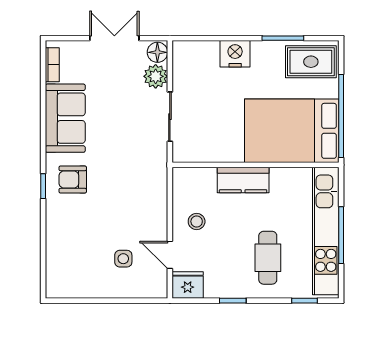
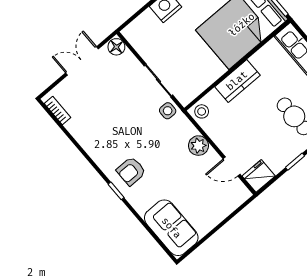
plant: (156, 76) -> (198, 146), moved
sofa: (65, 118) -> (171, 228), moved
stool: (197, 221) -> (202, 111), moved
side table: (123, 259) -> (168, 111), moved

